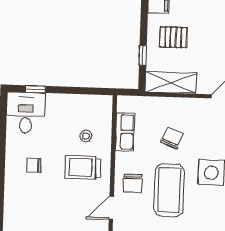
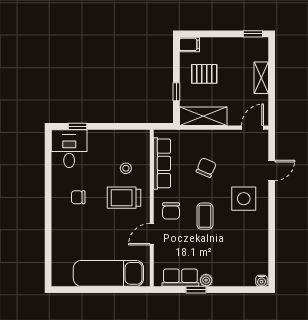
row of seats: (125, 132) -> (162, 163), width x1.48
coffee table: (169, 190) -> (205, 216), width x0.54, depth x0.58

